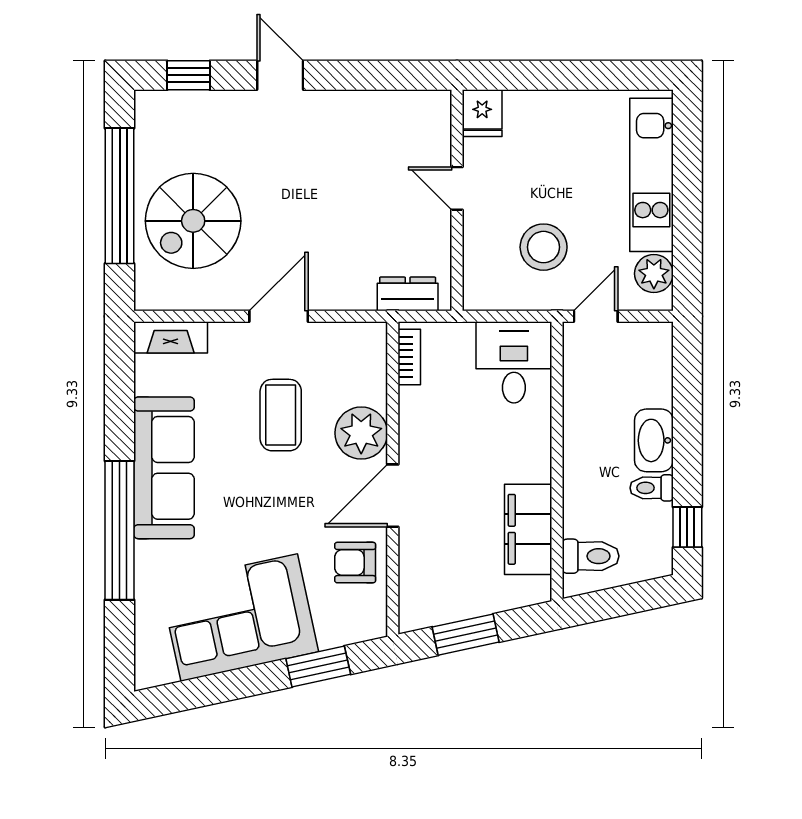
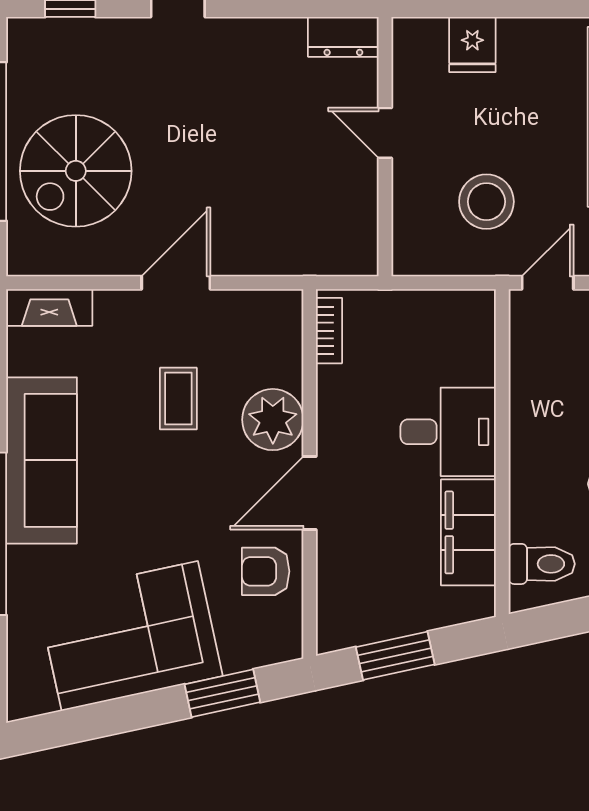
fridge: (482, 113) -> (472, 45), moved
dresser: (408, 294) -> (343, 37), moved, turned 180
desk: (514, 362) -> (448, 432), moved, turned 90
coffee table: (281, 415) -> (178, 399), width x0.73, depth x0.77

